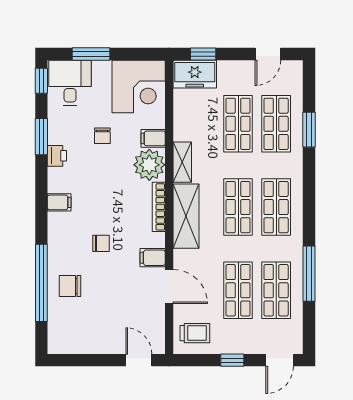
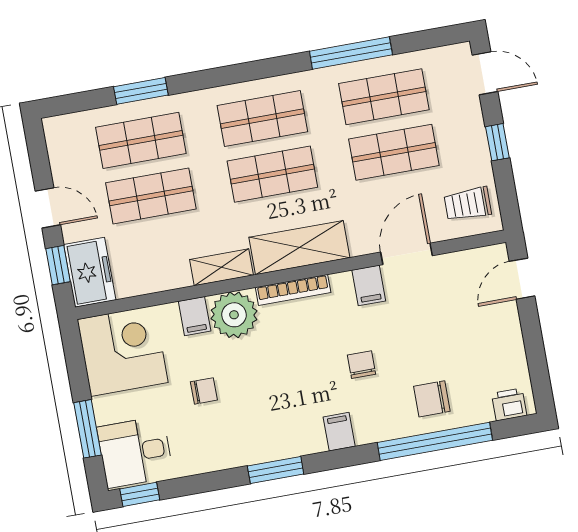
door: (268, 54) -> (48, 208), moved
window: (41, 137) -> (276, 470), moved
printer: (57, 156) -> (509, 404), moved
filing cabinet: (59, 202) -> (339, 432), moved
chair: (70, 286) -> (432, 399), turned 90
trolley: (195, 333) -> (468, 204), turned -90

